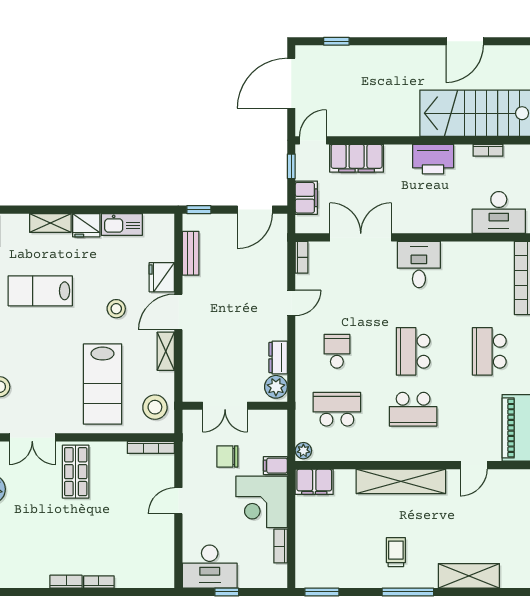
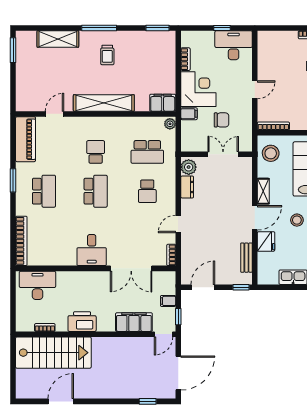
filing cabinet: (306, 198) -> (168, 301), width x0.50
school desk: (413, 409) -> (96, 152), width x0.54

